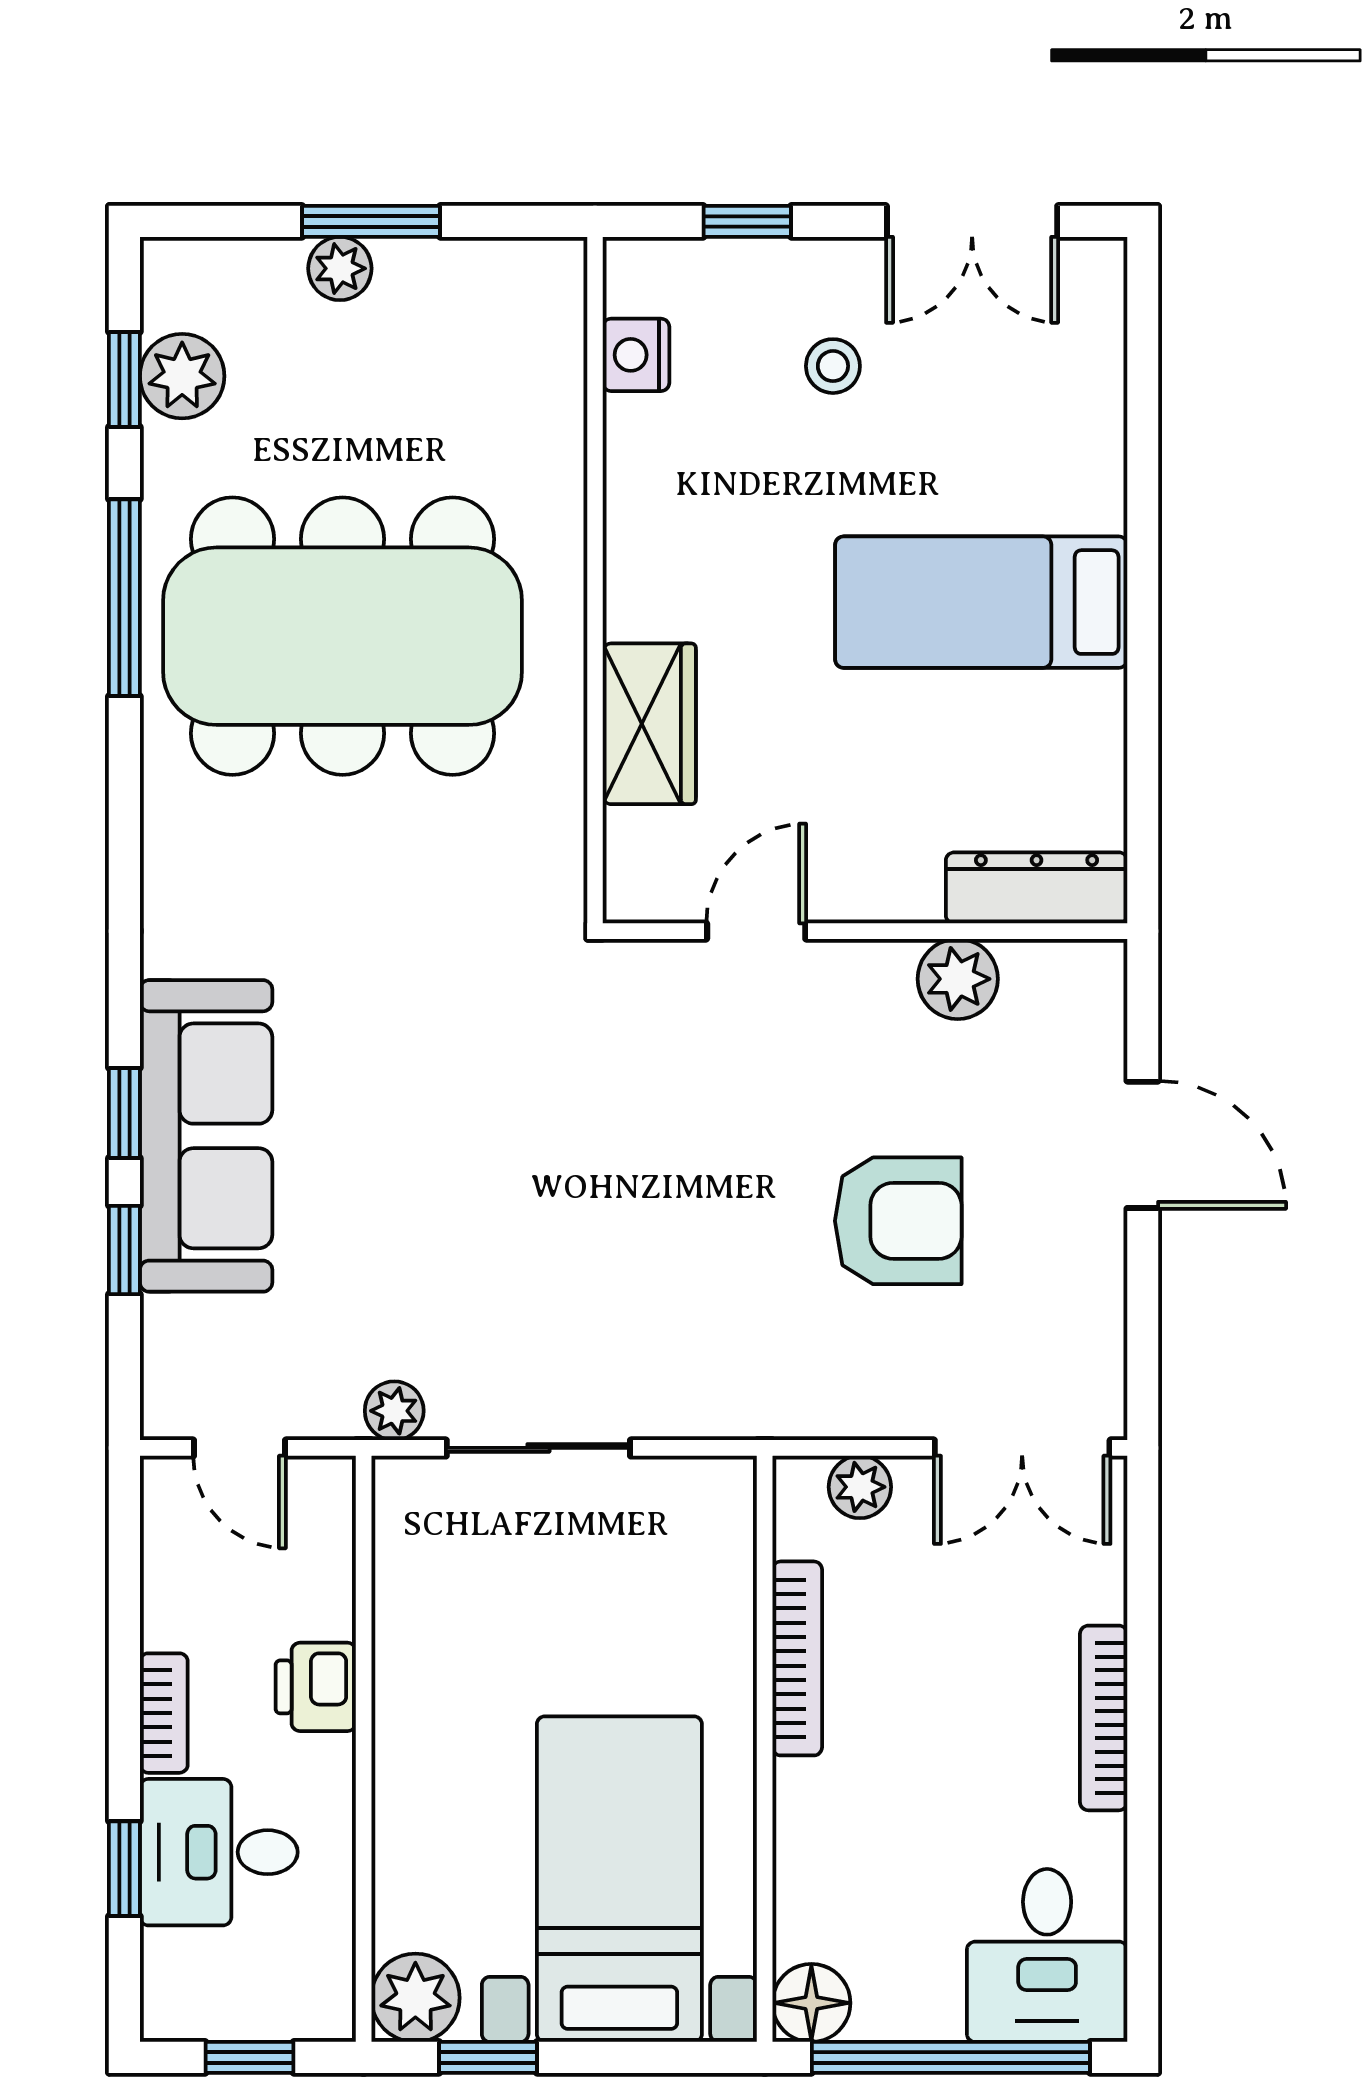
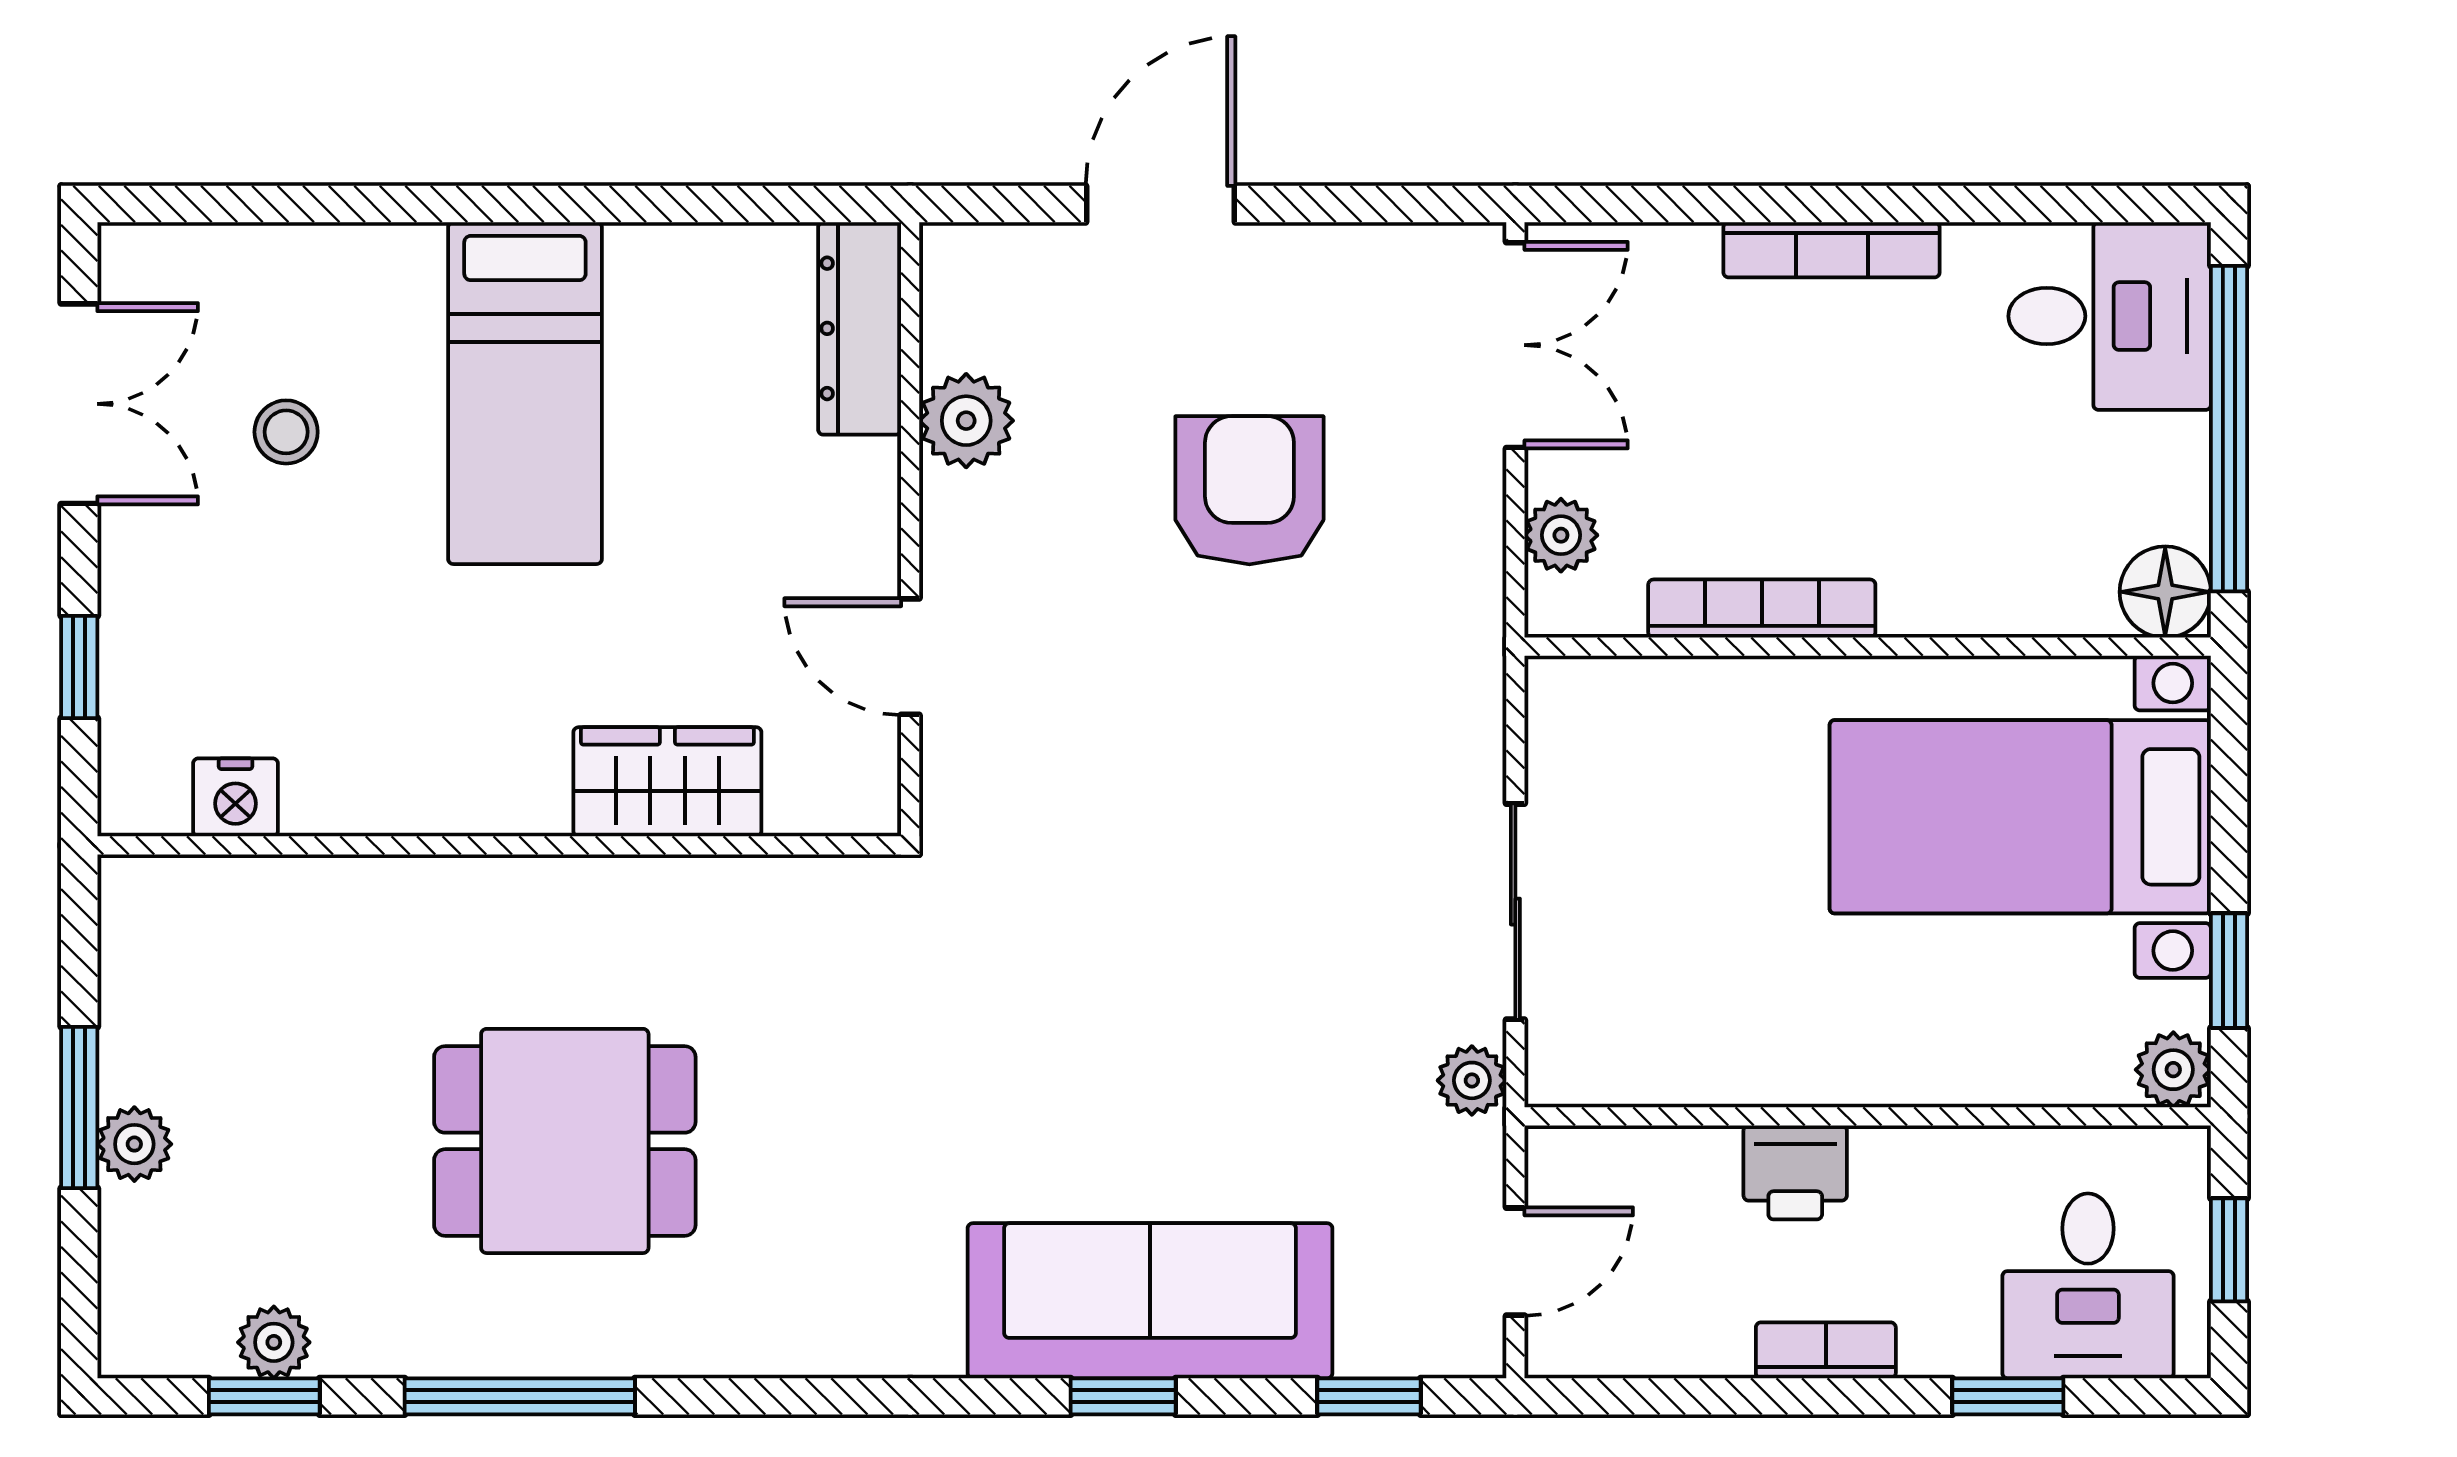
stool: (833, 366) -> (286, 432), moved
plant: (182, 376) -> (274, 1342), width x0.73, depth x0.73
dining table: (343, 636) -> (565, 1141), width x0.53, depth x0.80
window: (124, 1250) -> (1369, 1396), moved
desk: (219, 1852) -> (2088, 1286), moved
plant: (415, 1998) -> (2173, 1070), width x0.73, depth x0.73

